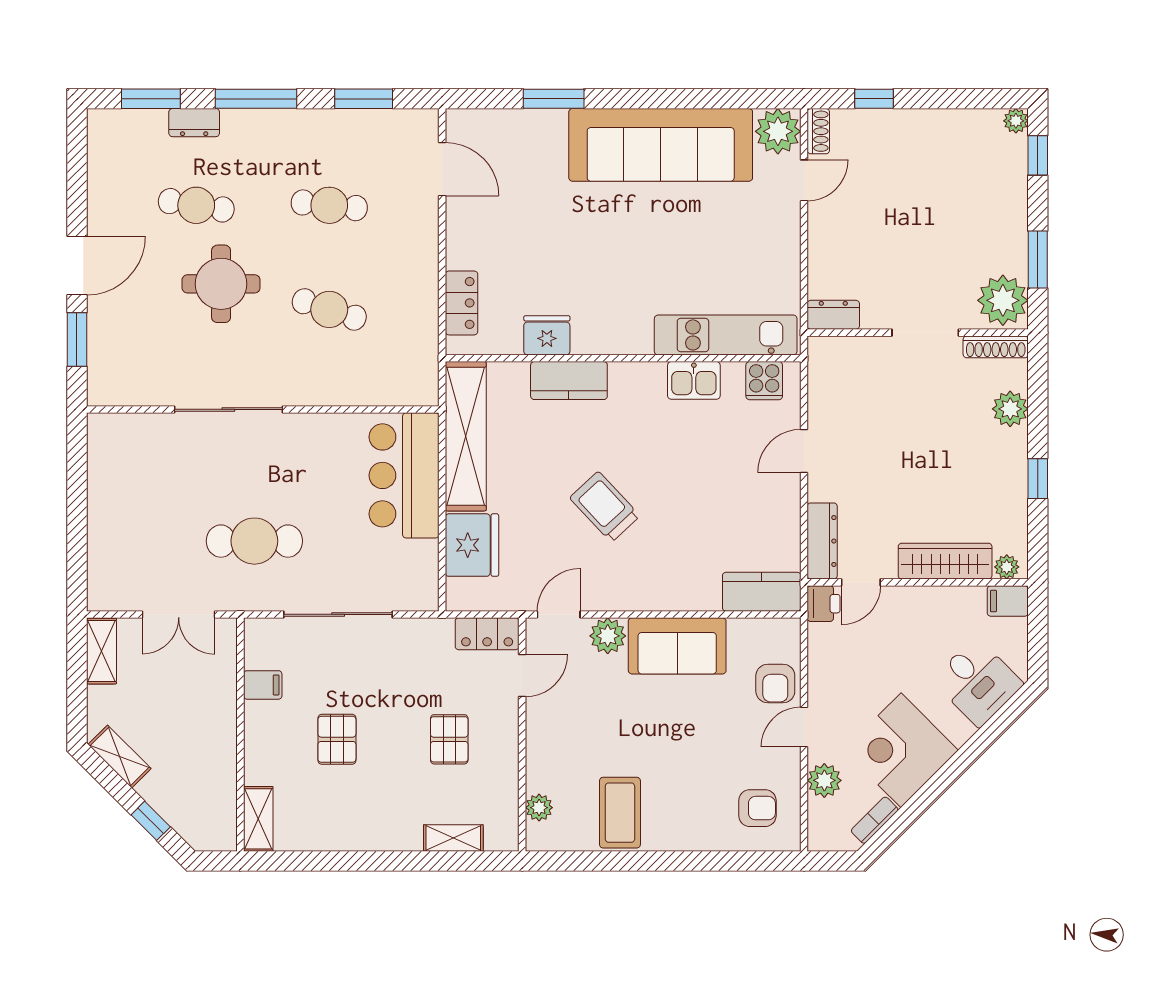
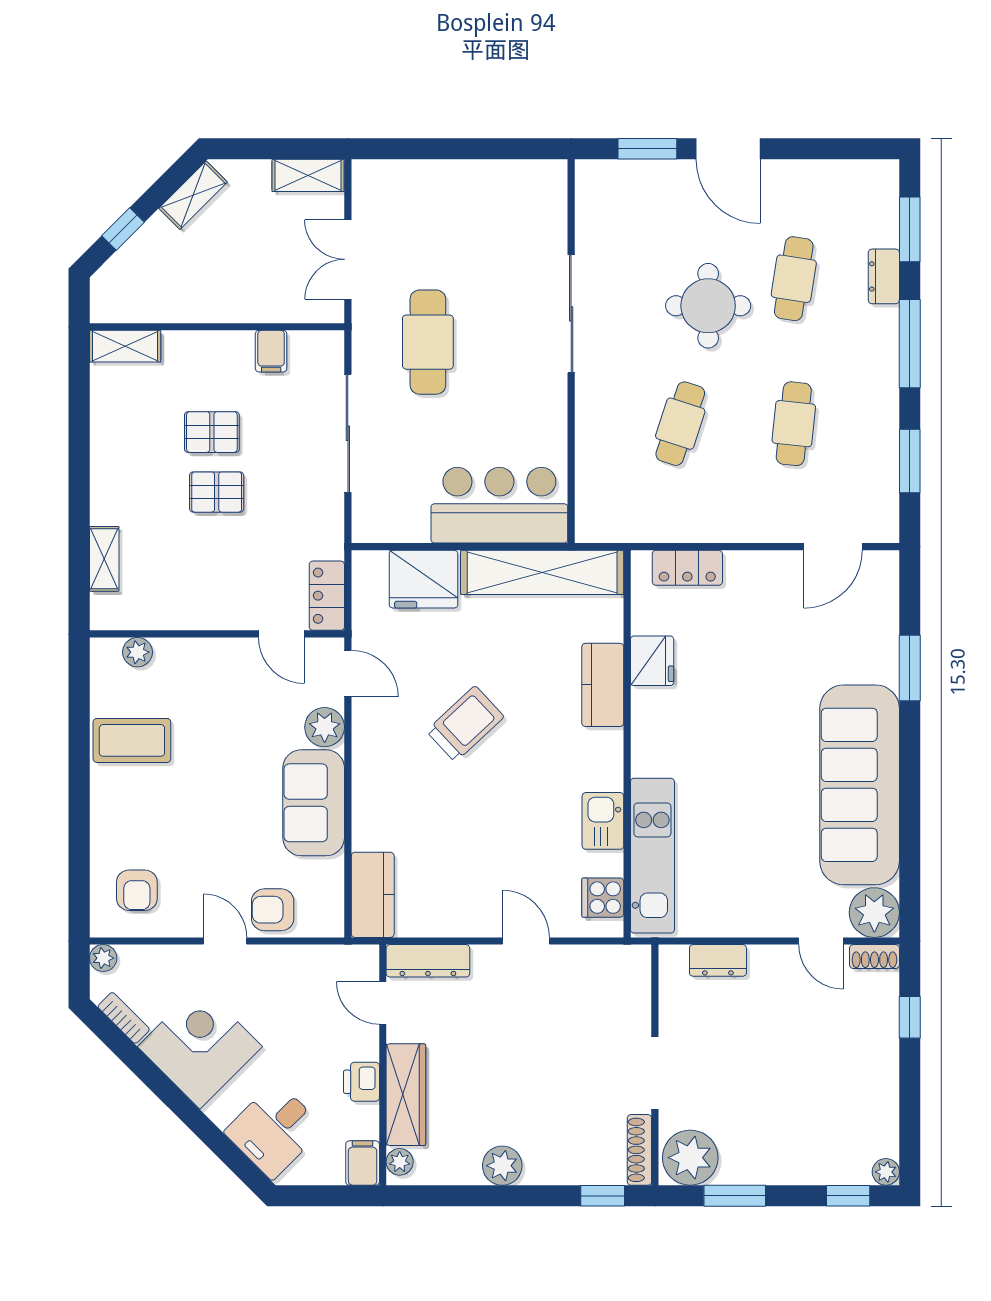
dresser: (833, 315) -> (718, 960), moved, turned 90
plant: (1010, 409) -> (502, 1166), moved
window: (1038, 479) -> (603, 1196), moved
printer: (824, 604) -> (361, 1082), moved, turned 90
pallet: (449, 739) -> (217, 492), moved
plant: (824, 780) -> (103, 958), moved, width x0.73, depth x0.73

